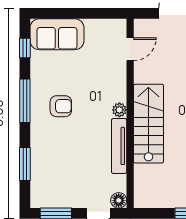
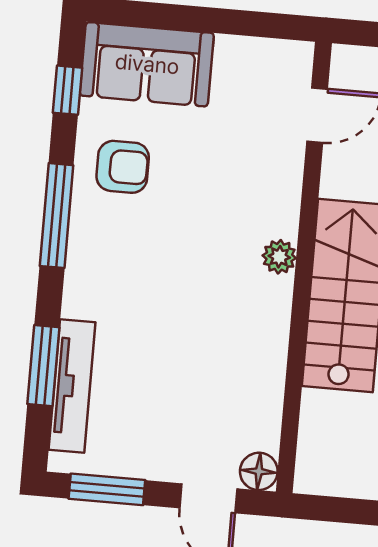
armchair: (61, 106) -> (123, 167), moved
tv unit: (119, 146) -> (72, 386), moved, turned 180

